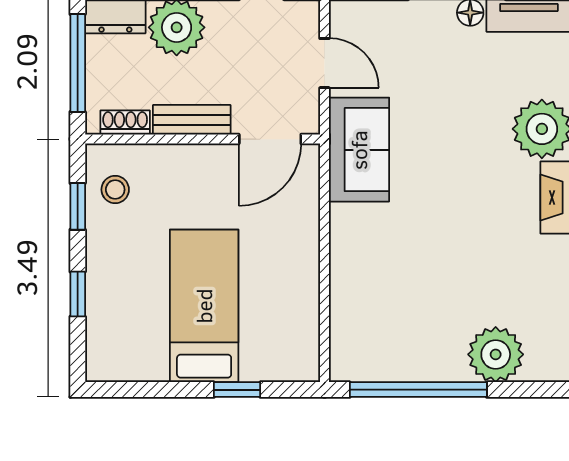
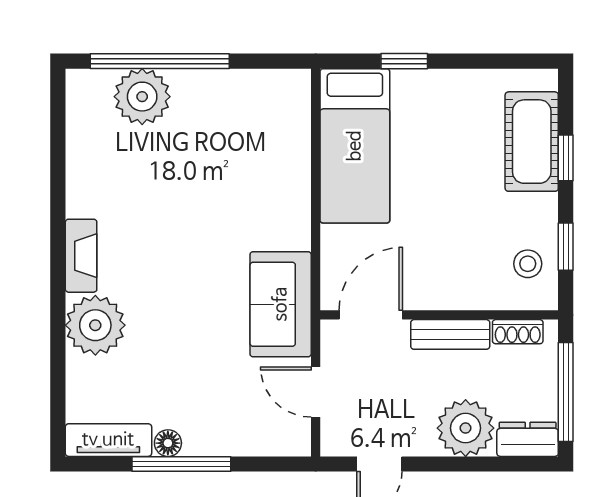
bed: (204, 306) -> (355, 146), moved
cot: (111, 310) -> (532, 142), added
window: (418, 390) -> (160, 61), moved

